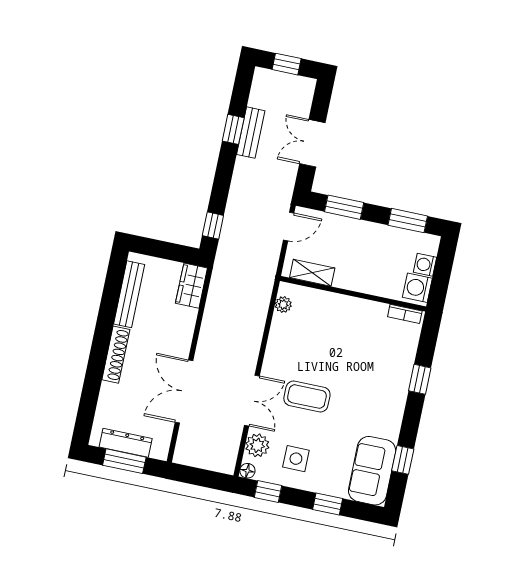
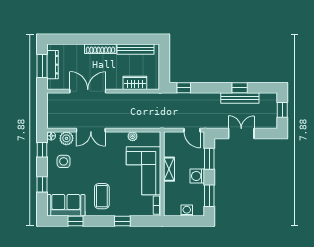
bench: (251, 133) -> (240, 98), width x1.36
shelving: (312, 273) -> (169, 169), moved
wardrobe: (191, 286) -> (135, 83), moved
washing machine: (417, 288) -> (197, 176), moved, turned -90
plant: (283, 305) -> (133, 136), moved
corner sofa: (341, 325) -> (144, 171), added
coffee table: (307, 397) -> (102, 196), moved

